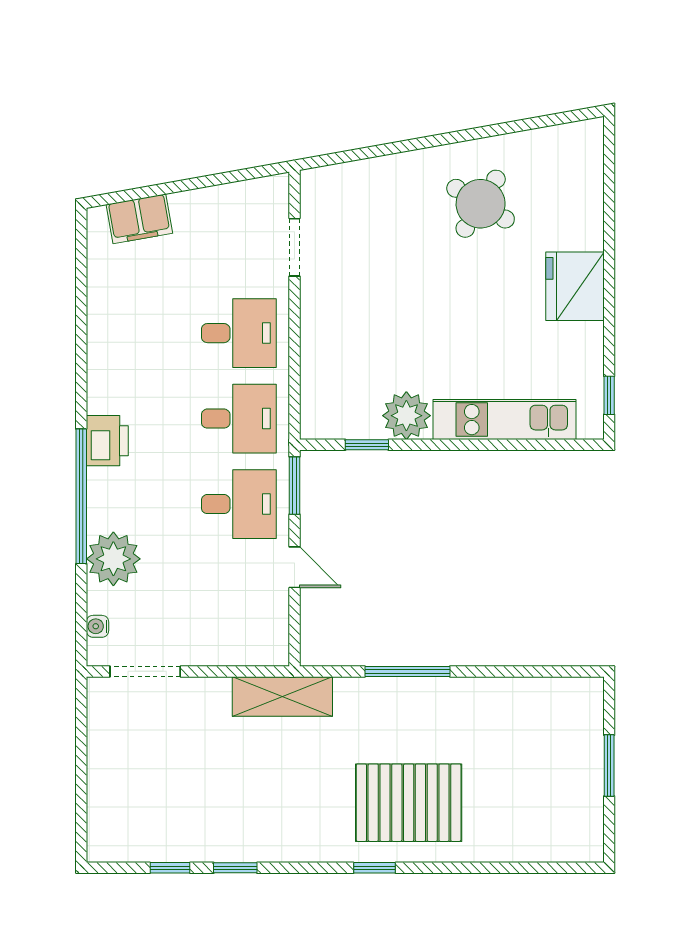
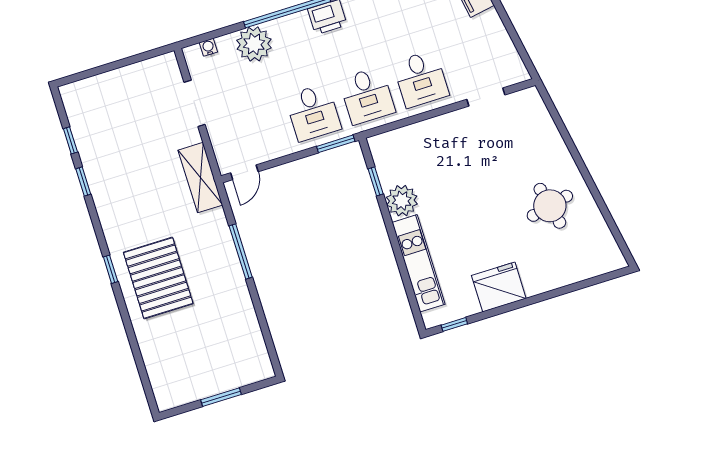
round table: (481, 204) -> (550, 206), turned 45
fridge: (575, 286) -> (499, 287), moved
door: (294, 567) -> (244, 172), moved
doorway: (145, 671) -> (195, 103), moved

